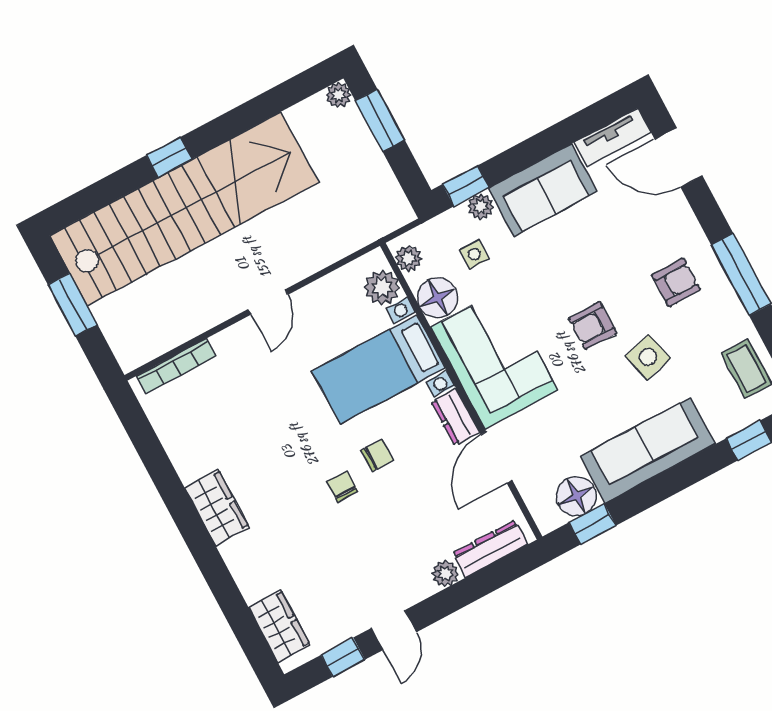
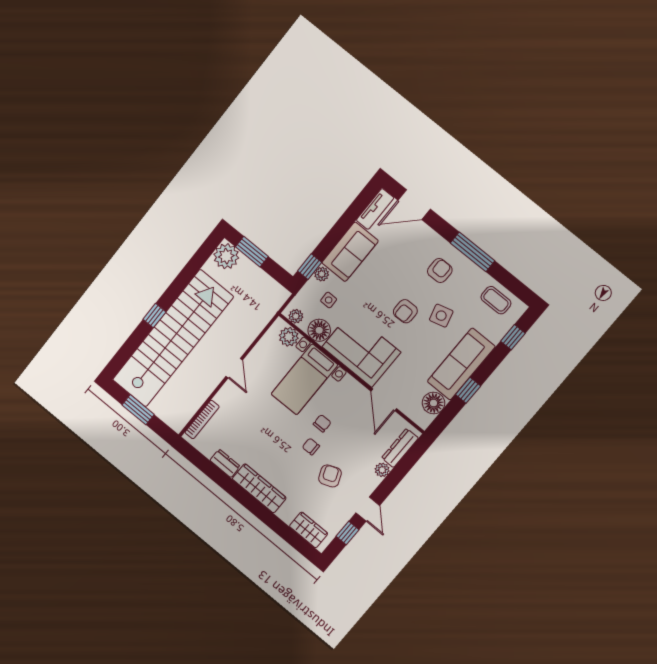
plant: (338, 95) -> (226, 256), width x1.88, depth x1.88
dresser: (455, 417) -> (225, 463), moved, turned 180
wardrobe: (217, 508) -> (259, 488), width x1.50
window: (592, 524) -> (468, 390), moved
armchair: (354, 549) -> (330, 476), added

